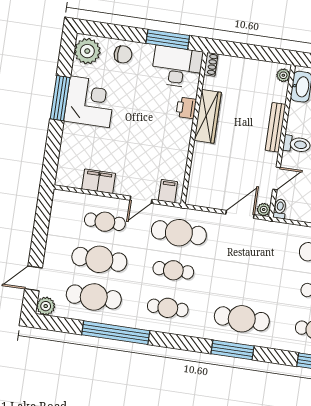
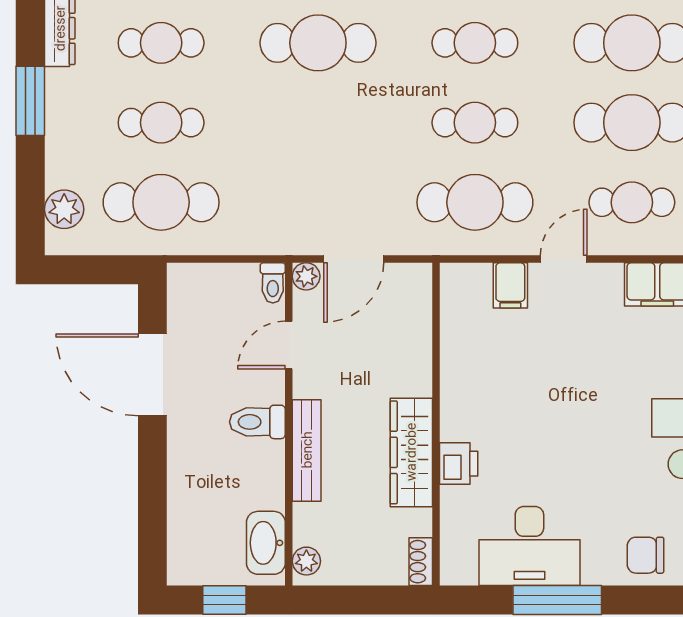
shoe rack: (211, 64) -> (421, 562), moved
printer: (186, 108) -> (459, 464), moved
wardrobe: (208, 116) -> (411, 452), moved
wall: (194, 128) -> (436, 424), moved

